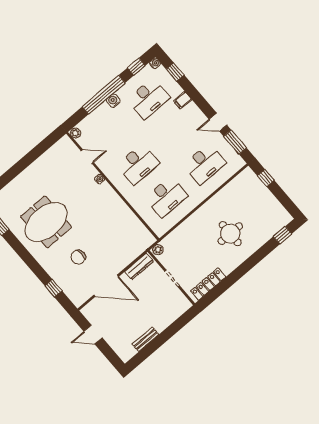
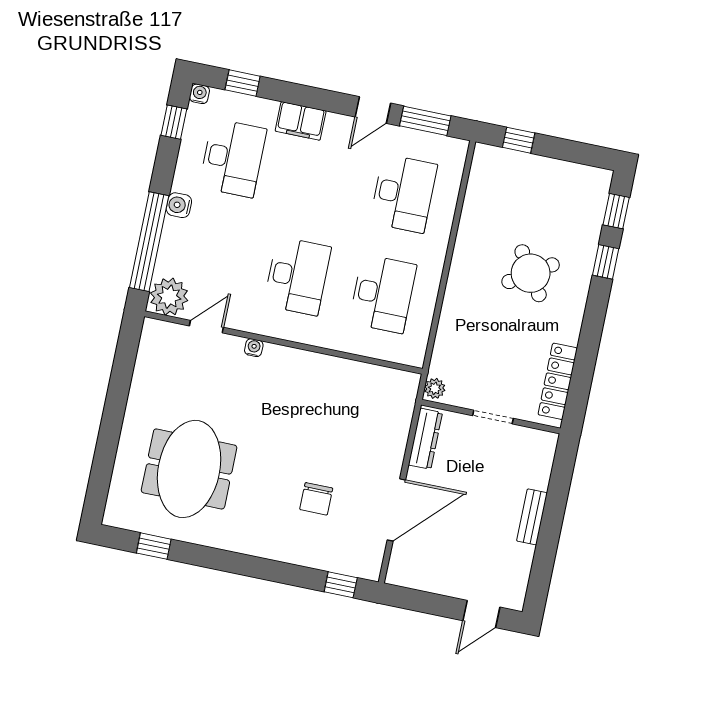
window: (104, 95) -> (149, 242), moved
filing cabinet: (183, 100) -> (301, 121), width x2.00
plant: (76, 133) -> (169, 297), width x1.87, depth x1.87
meeting table: (46, 222) -> (189, 469), moved
round table: (230, 234) -> (531, 273), turned -33
window: (263, 252) -> (606, 262), added
window: (53, 288) -> (341, 585), moved
door: (93, 335) -> (481, 614), moved
bench: (146, 339) -> (532, 517), moved

